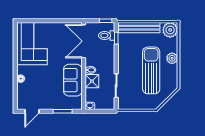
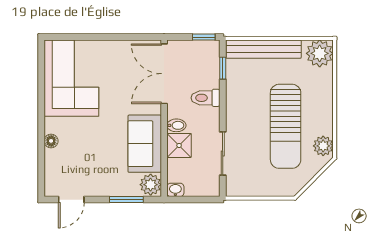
toilet: (107, 35) -> (206, 98), moved
plant: (172, 58) -> (323, 146), moved
sun lounger: (151, 70) -> (286, 126), turned 180
plant: (76, 103) -> (151, 185), added

